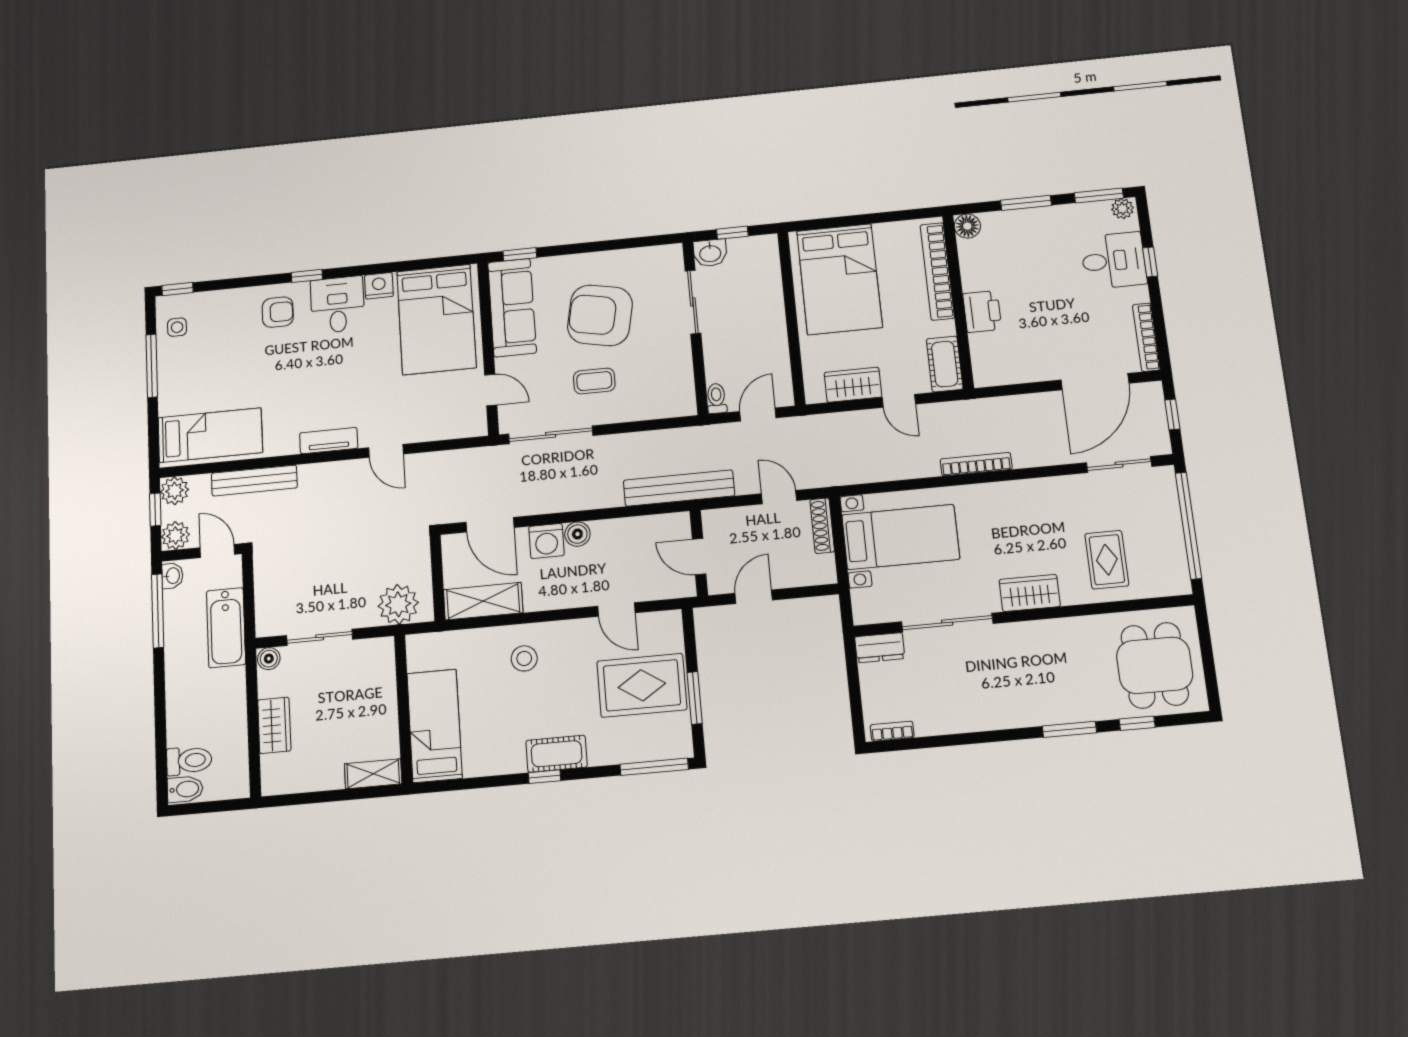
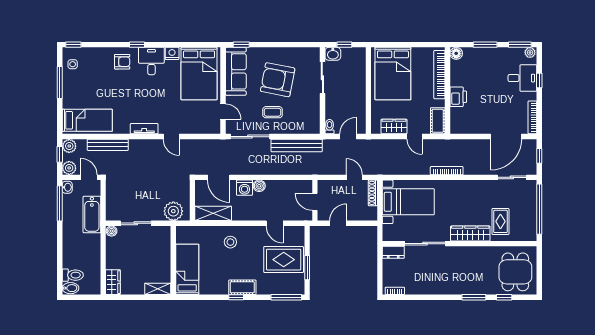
bench: (679, 488) -> (297, 145), moved
wardrobe: (1030, 593) -> (470, 234), width x1.50
wardrobe: (274, 725) -> (113, 282), moved

